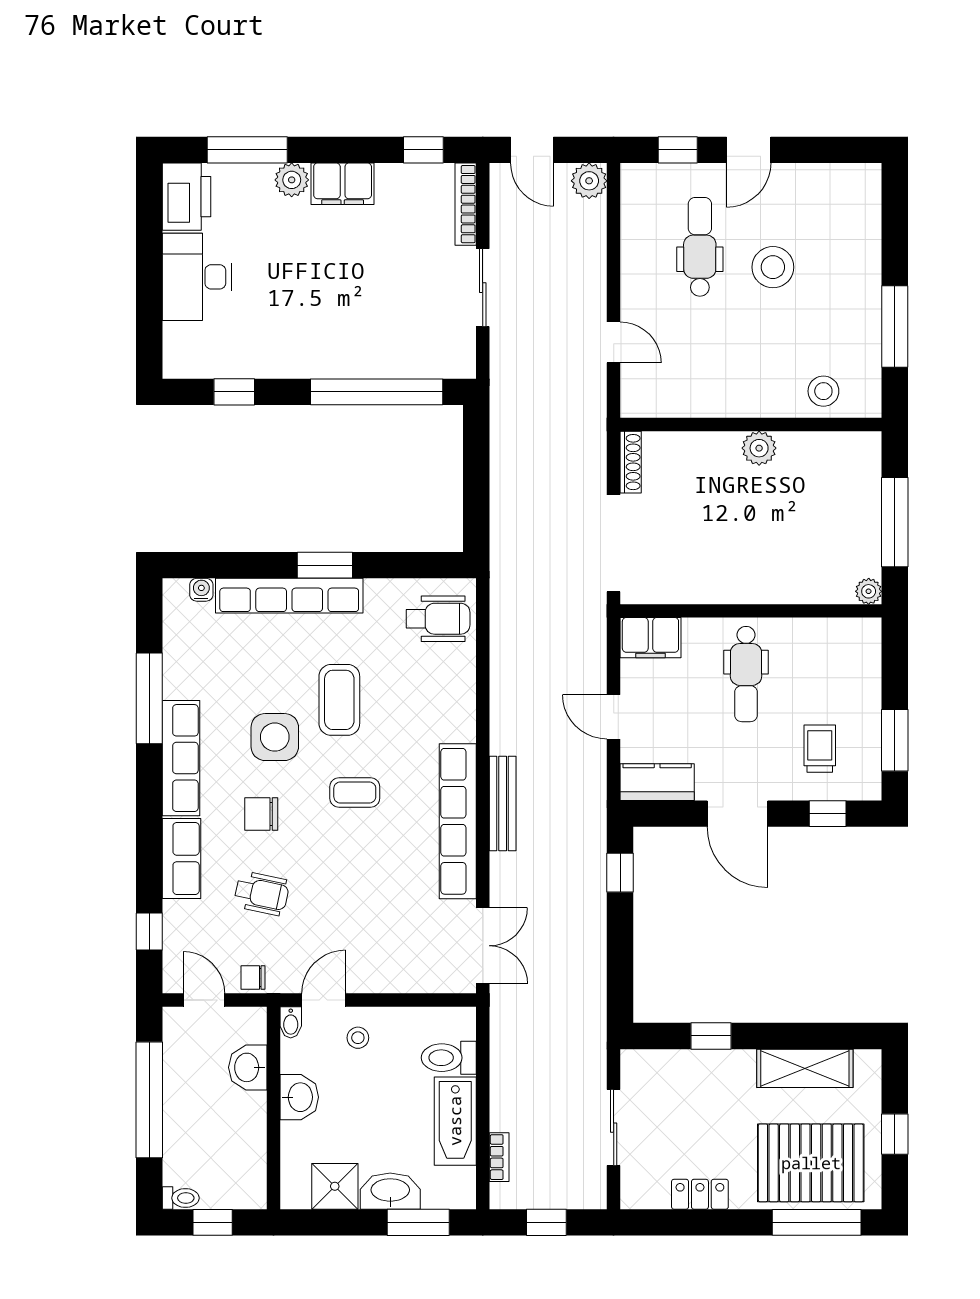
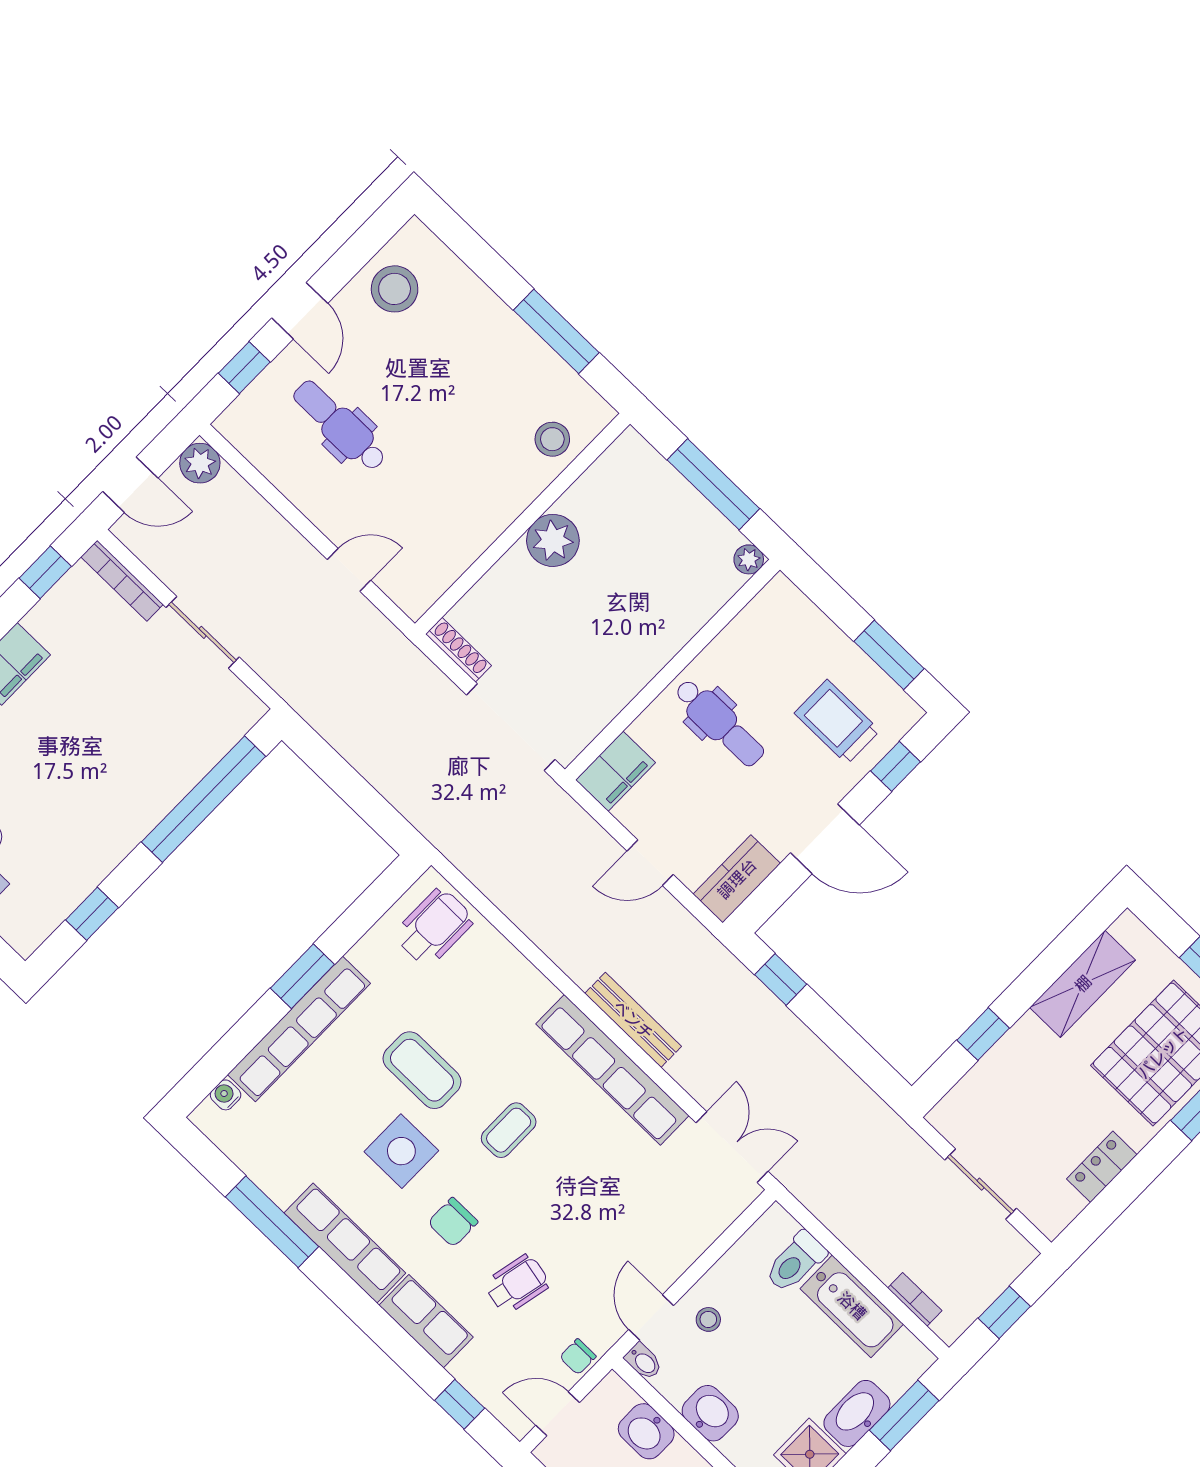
stool: (773, 267) -> (395, 289), moved
plant: (759, 448) -> (553, 540), width x1.36, depth x1.36
trolley: (820, 749) -> (837, 722), width x1.36, depth x1.39

